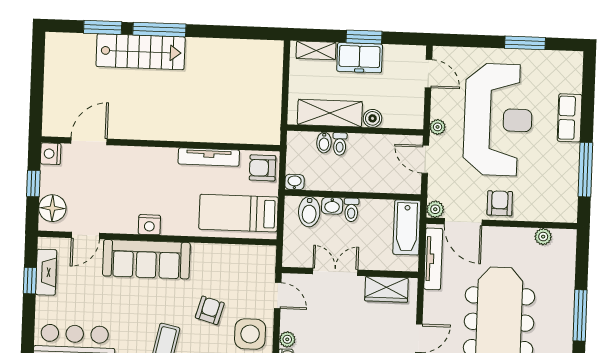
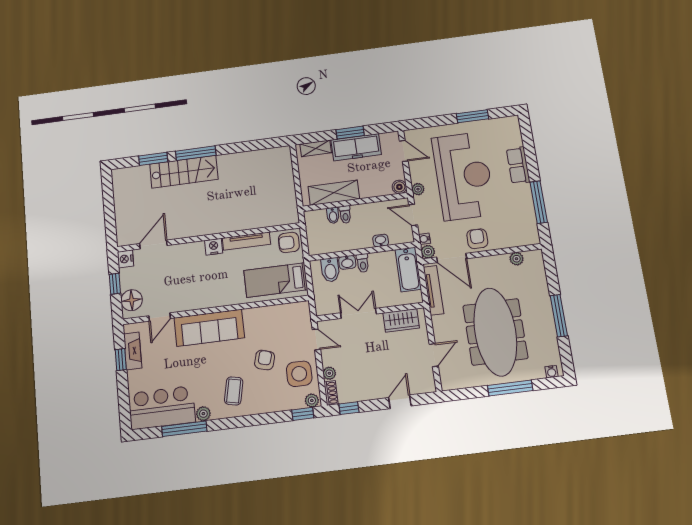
freezer: (360, 58) -> (356, 147), width x1.40
boiler: (373, 118) -> (399, 187), moved
washbasin: (295, 182) -> (381, 241), moved
water cooler: (434, 192) -> (424, 239), added
nightstand: (149, 225) -> (214, 247), moved, turned 180

